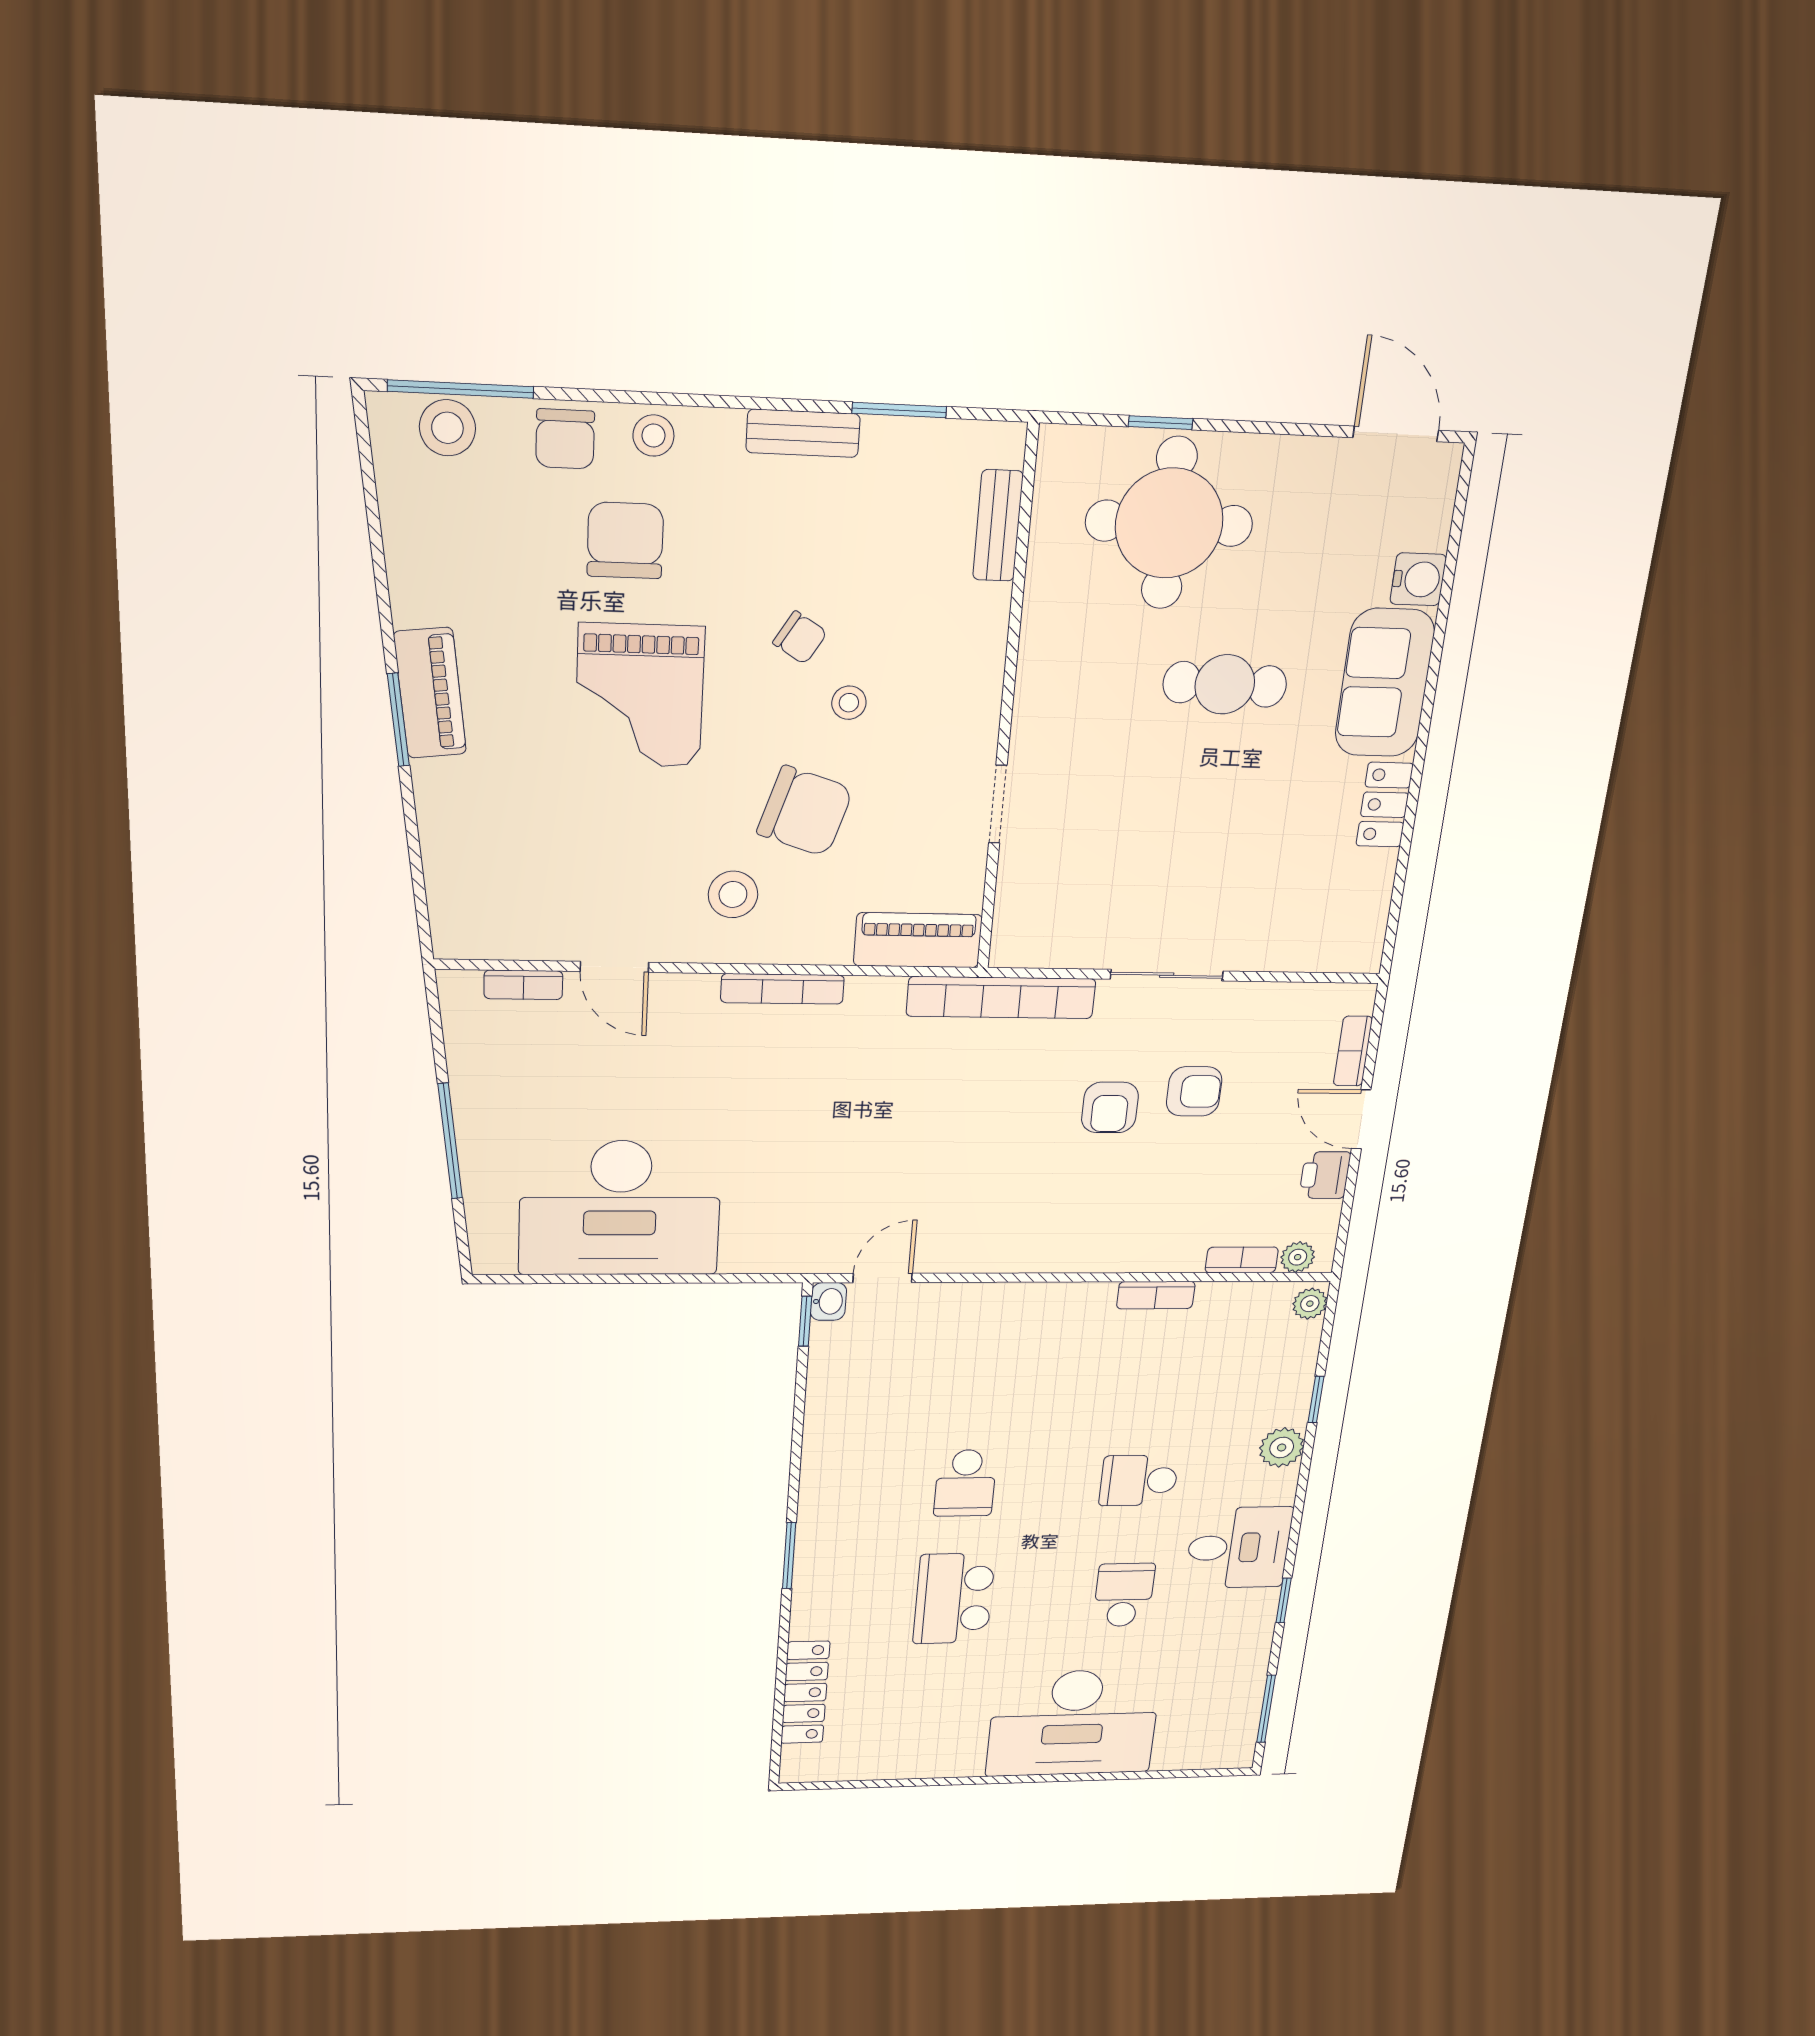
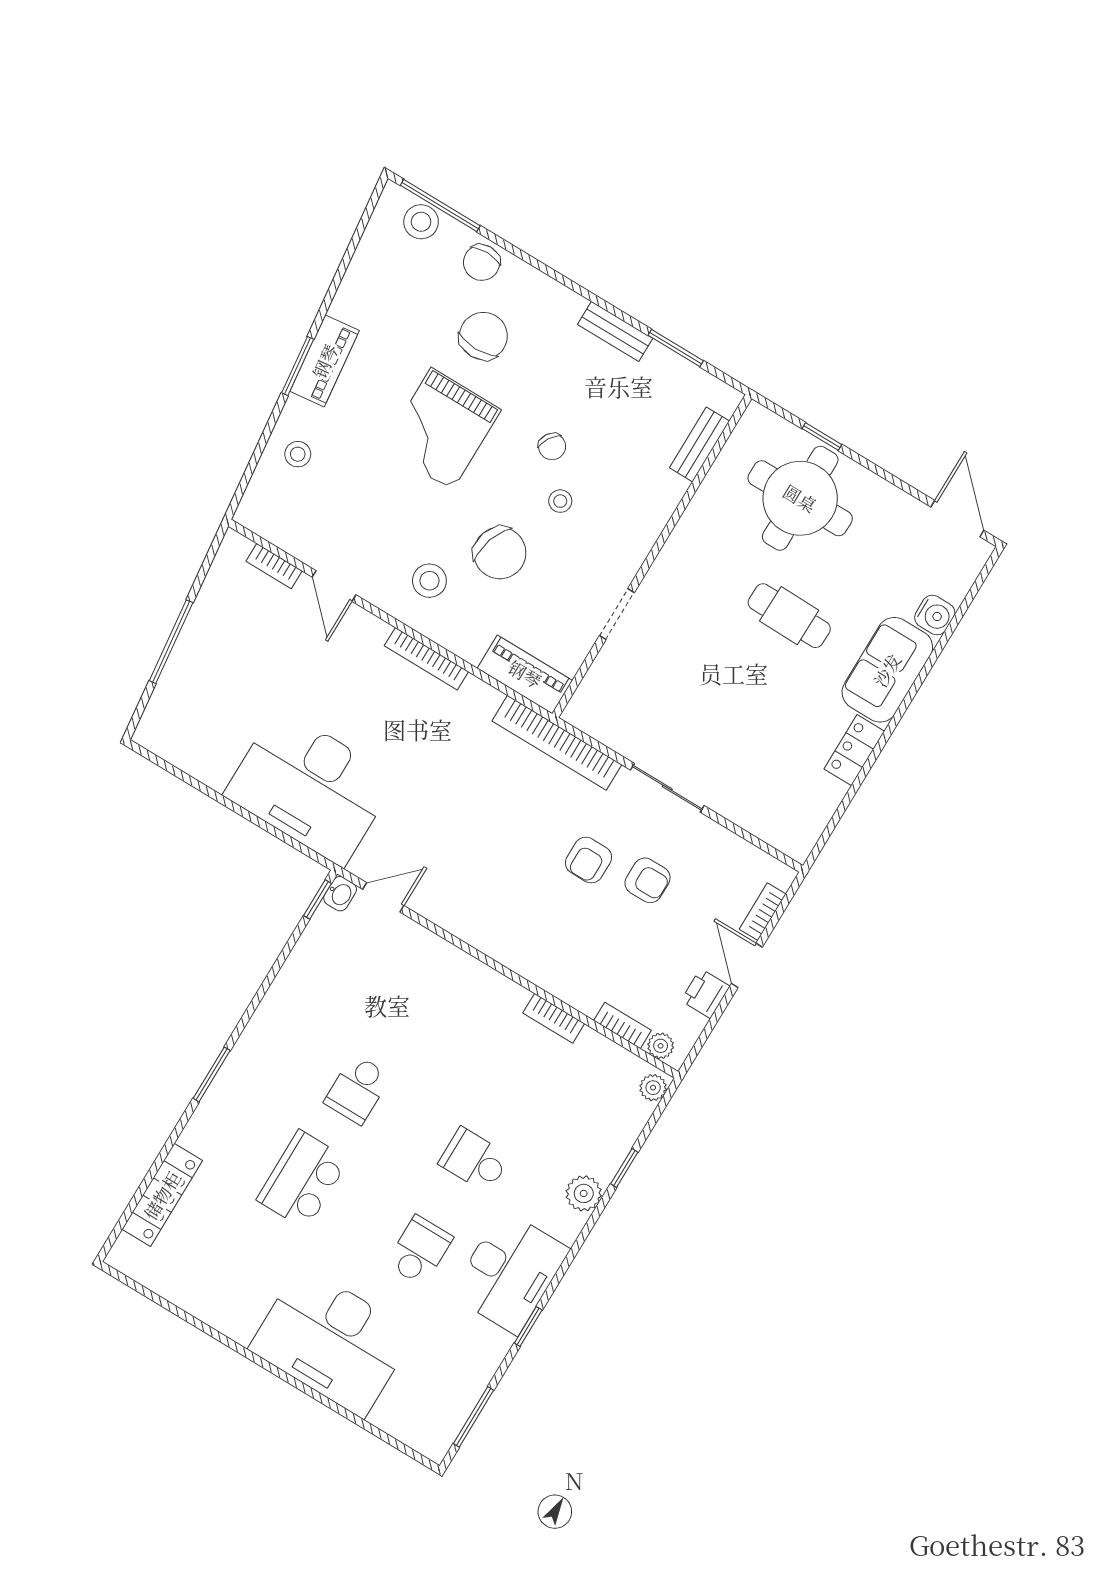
stool: (654, 436) -> (298, 454), moved
desk: (620, 1208) -> (310, 787), moved
desk: (1239, 1548) -> (510, 1272), width x1.37

